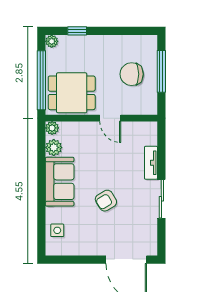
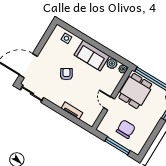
door: (110, 118) -> (109, 103), hinge flipped
sliding door: (161, 199) -> (32, 94), moved

